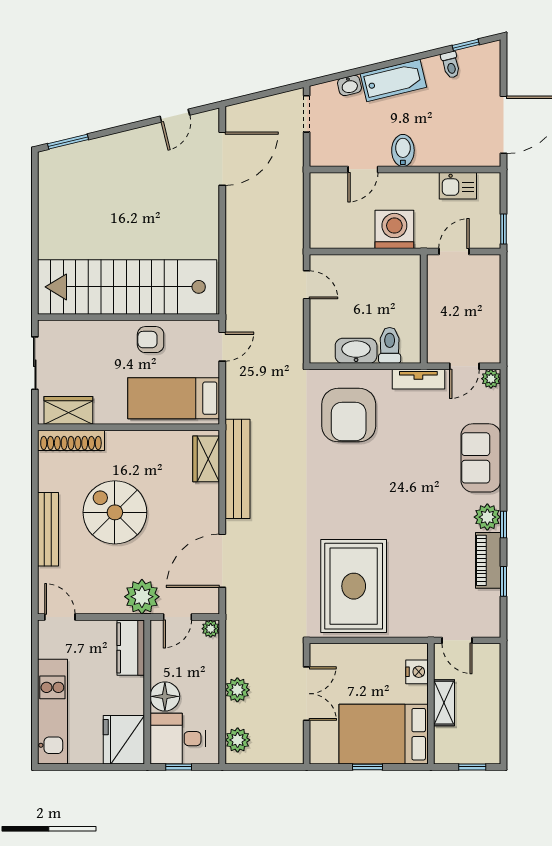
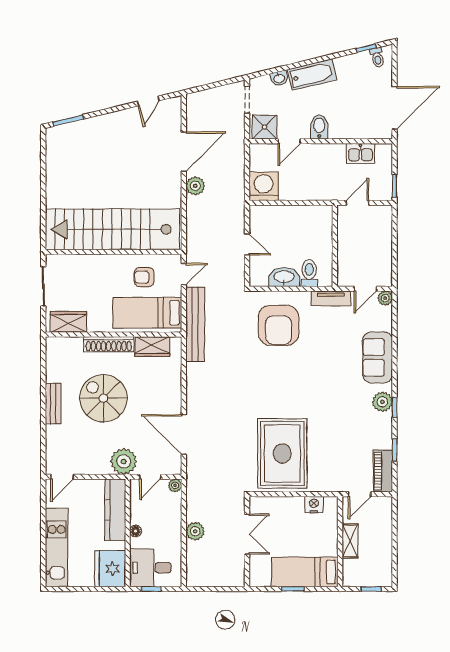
toilet: (451, 65) -> (377, 57), moved
shower: (330, 151) -> (265, 127), added
door: (222, 159) -> (184, 152), moved
washing machine: (394, 229) -> (264, 186), moved
door: (307, 285) -> (247, 244), moved
armchair: (151, 340) -> (144, 277), moved
shoe rack: (71, 440) -> (109, 344), moved
wardrobe: (206, 459) -> (152, 347), moved, turned -90
bench: (237, 469) -> (195, 324), moved
bench: (48, 529) -> (53, 403), width x0.73
piano: (488, 560) -> (383, 471), moved
door: (222, 561) -> (184, 435), hinge flipped
door: (60, 617) -> (62, 477), swing flipped
door: (457, 640) -> (360, 494), hinge flipped
kitchen counter: (131, 648) -> (115, 510), width x1.50
nightstand: (417, 672) -> (314, 505), moved, turned -90
floor lamp: (165, 696) -> (136, 531), width x0.53, depth x0.53
bed: (384, 734) -> (305, 572), width x0.67
plant: (238, 740) -> (195, 186), moved

